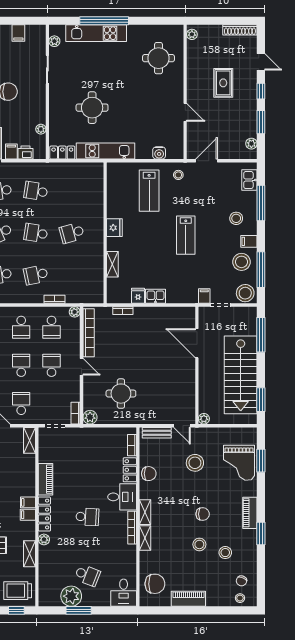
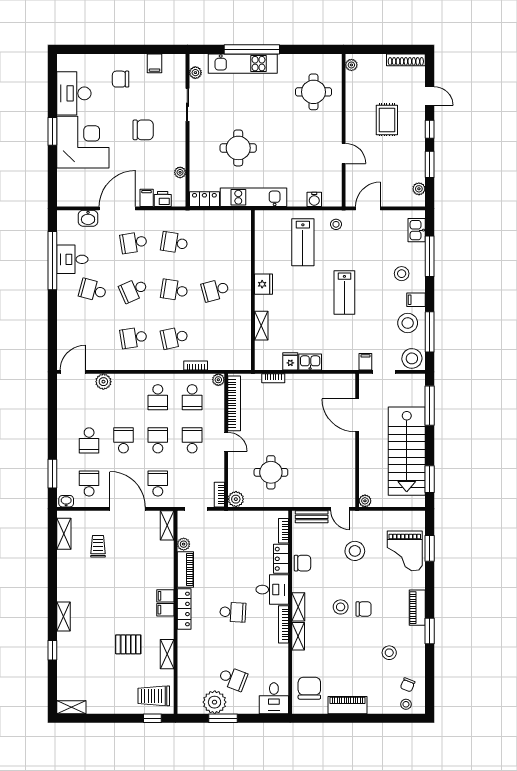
plant: (44, 539) -> (184, 544), moved
stool: (199, 544) -> (341, 607), moved
chair: (155, 584) -> (309, 688), turned -90

